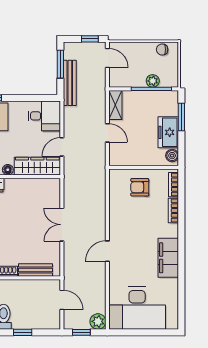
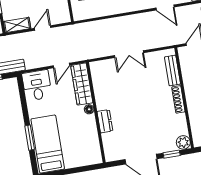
door: (62, 147) -> (61, 65), hinge flipped
door: (107, 251) -> (165, 7), moved

